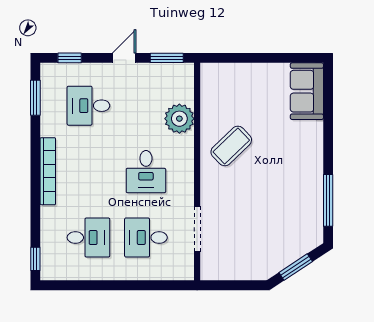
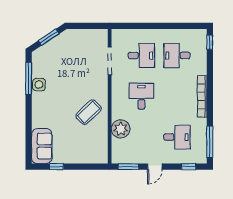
window: (283, 58) -> (56, 167), added
window: (35, 98) -> (210, 142), width x1.44
side table: (311, 191) -> (39, 85), added

